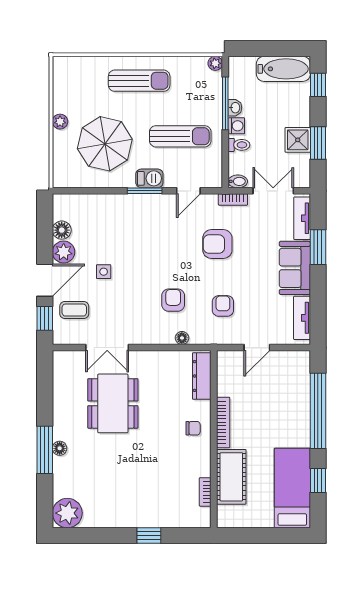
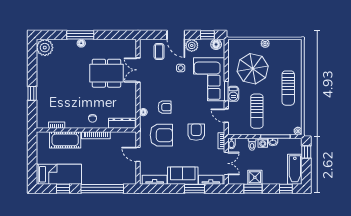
window: (253, 49) -> (306, 152), added
corner sofa: (124, 221) -> (209, 79), added
floor lamp: (62, 230) -> (216, 44), moved
armchair: (223, 306) -> (161, 135), width x1.88, depth x1.88
window: (45, 318) -> (207, 35), moved

